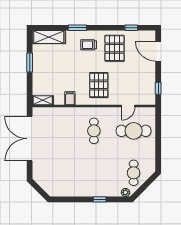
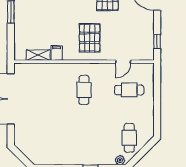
shelving: (43, 100) -> (38, 55), moved
cafe table: (134, 131) -> (129, 90), width x0.73, depth x0.74

